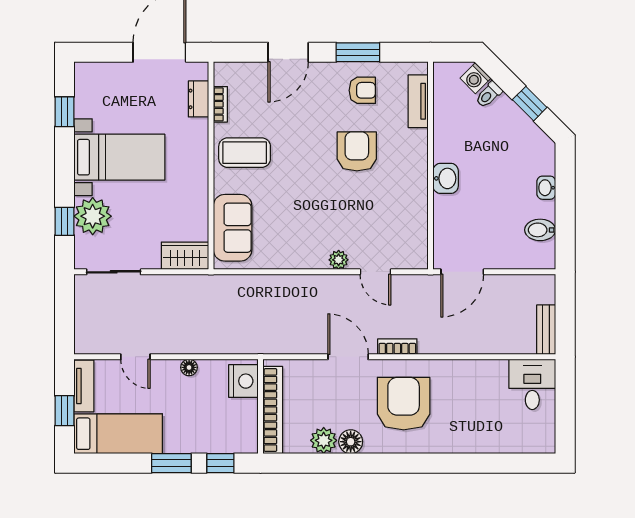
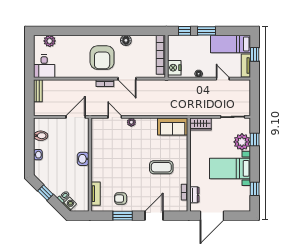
armchair: (357, 151) -> (123, 171), removed
coffee table: (245, 153) -> (161, 167), moved
sofa: (233, 228) -> (173, 127), moved, turned -90
plant: (324, 440) -> (50, 41), moved

